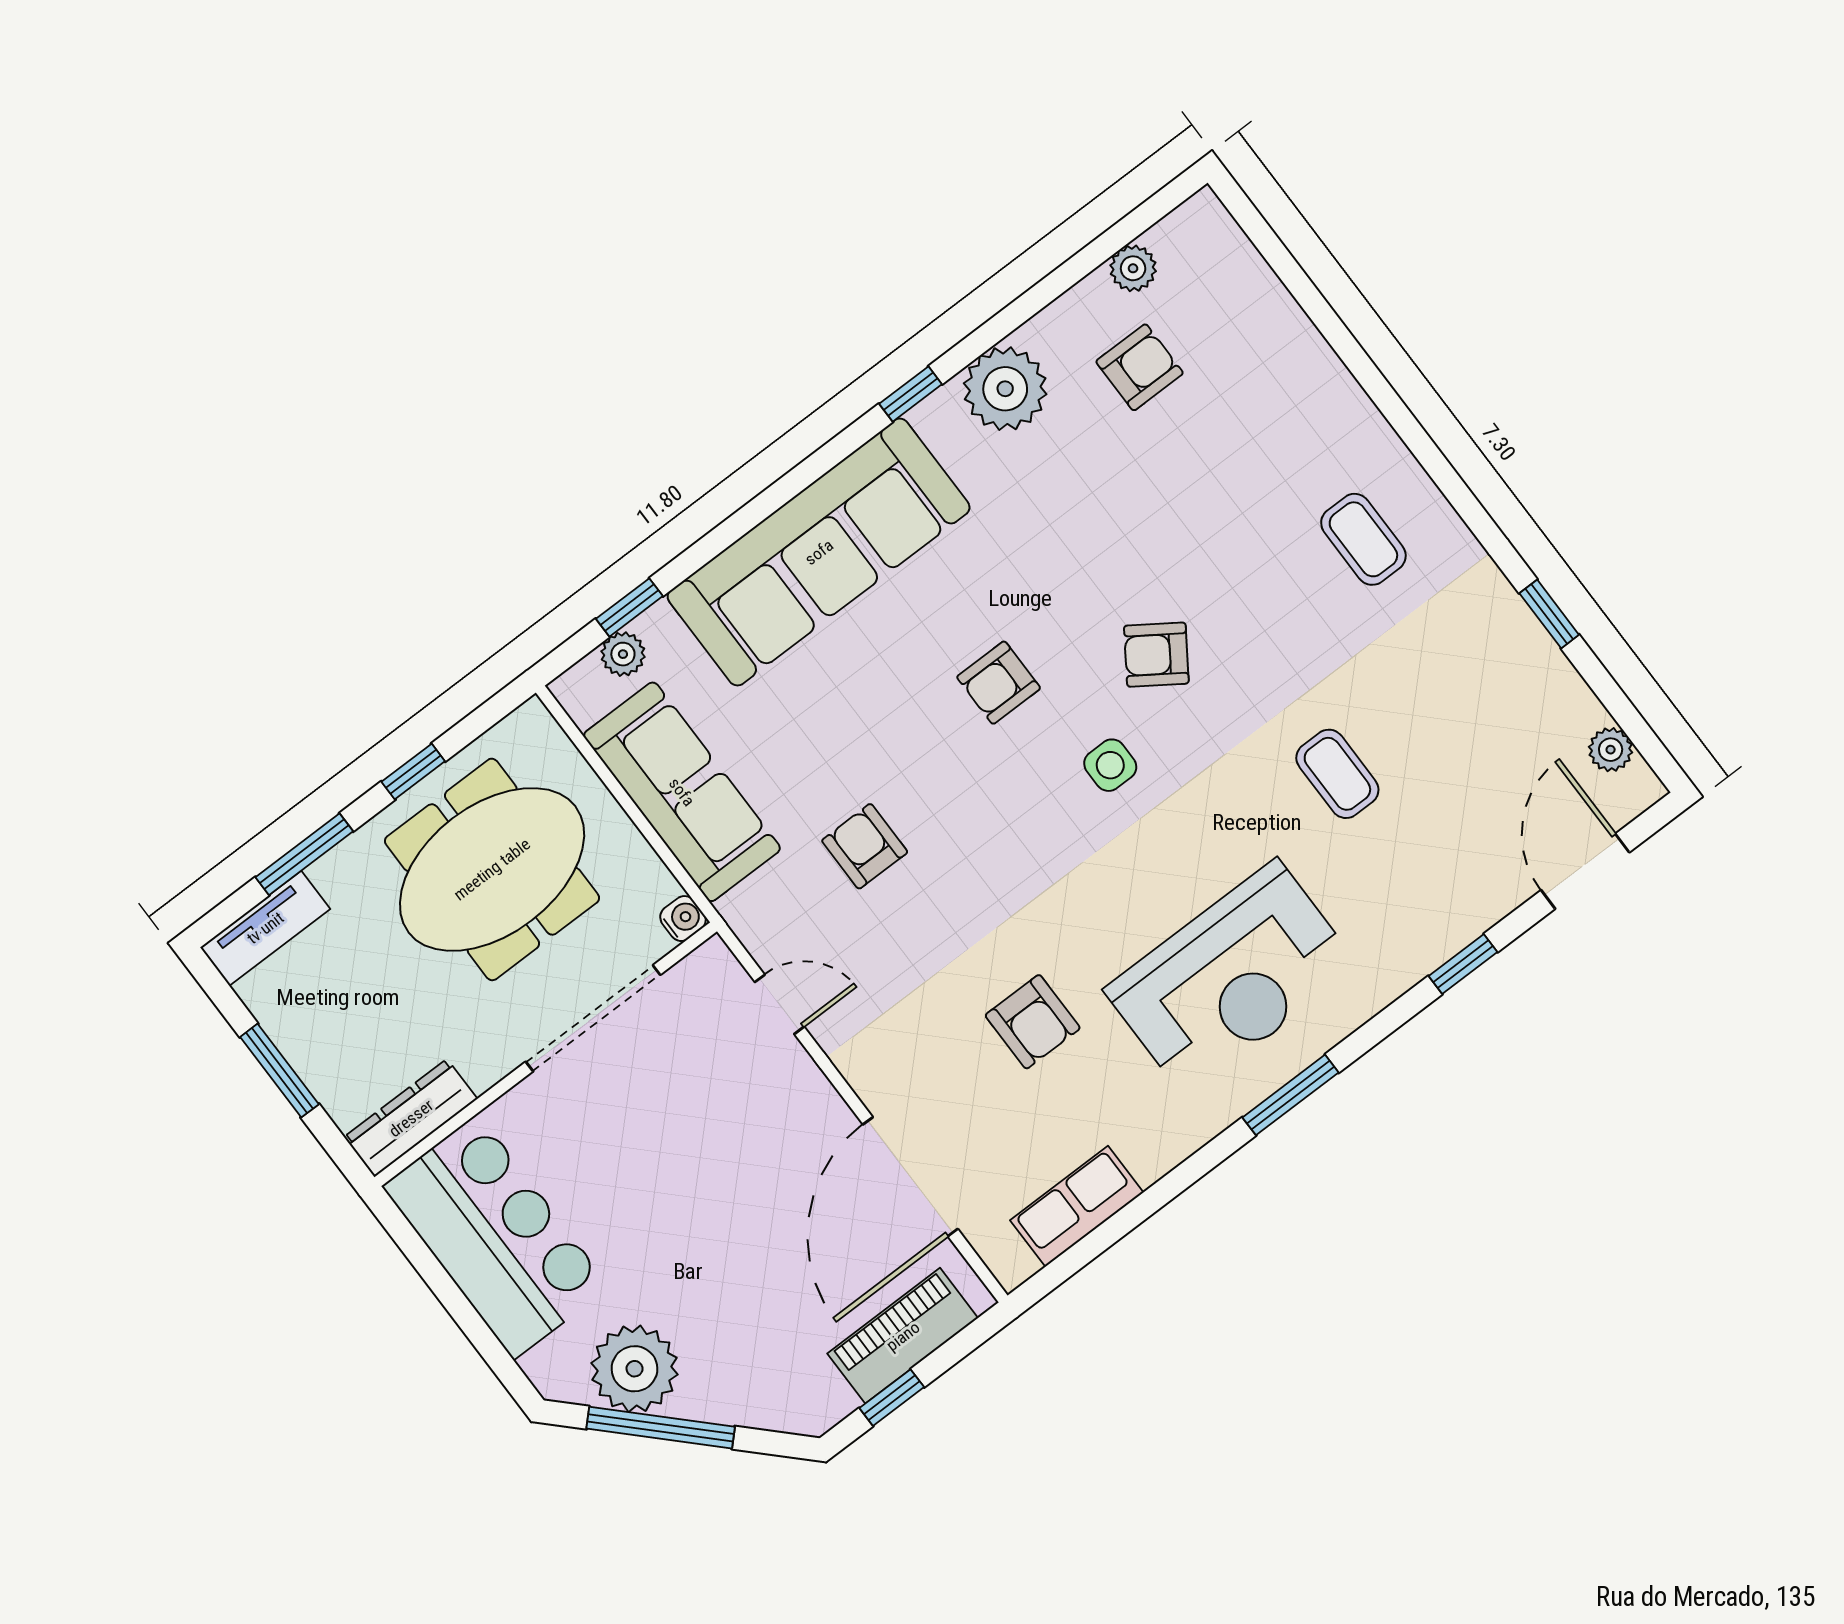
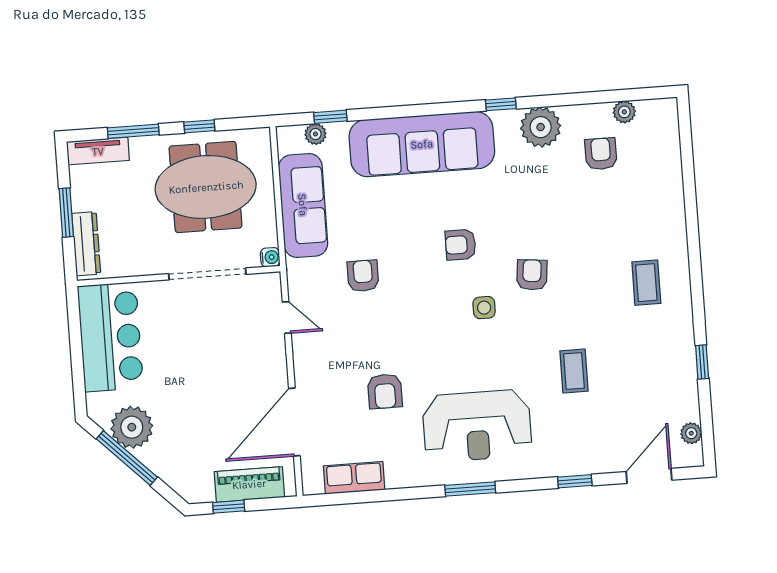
armchair: (1140, 367) -> (601, 154), turned -90
armchair: (1156, 655) -> (532, 275), turned 62
dresser: (411, 1118) -> (86, 244), moved, turned 90

